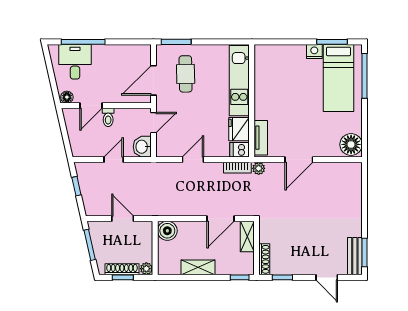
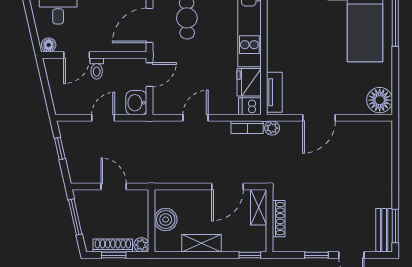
boiler: (167, 231) -> (166, 220), moved
shoe rack: (264, 259) -> (279, 219), moved
window: (282, 277) -> (317, 255), moved

